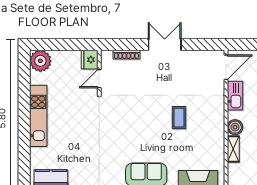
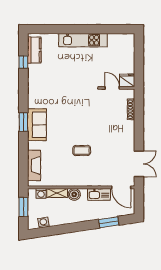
double door: (165, 45) -> (139, 164), moved
plant: (40, 61) -> (126, 42), removed
washing machine: (234, 169) -> (41, 193), added

